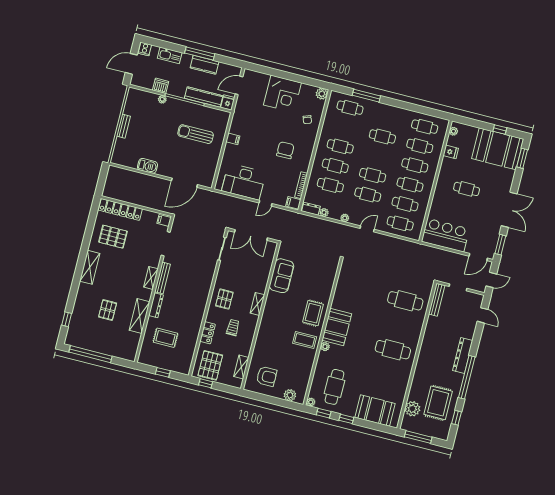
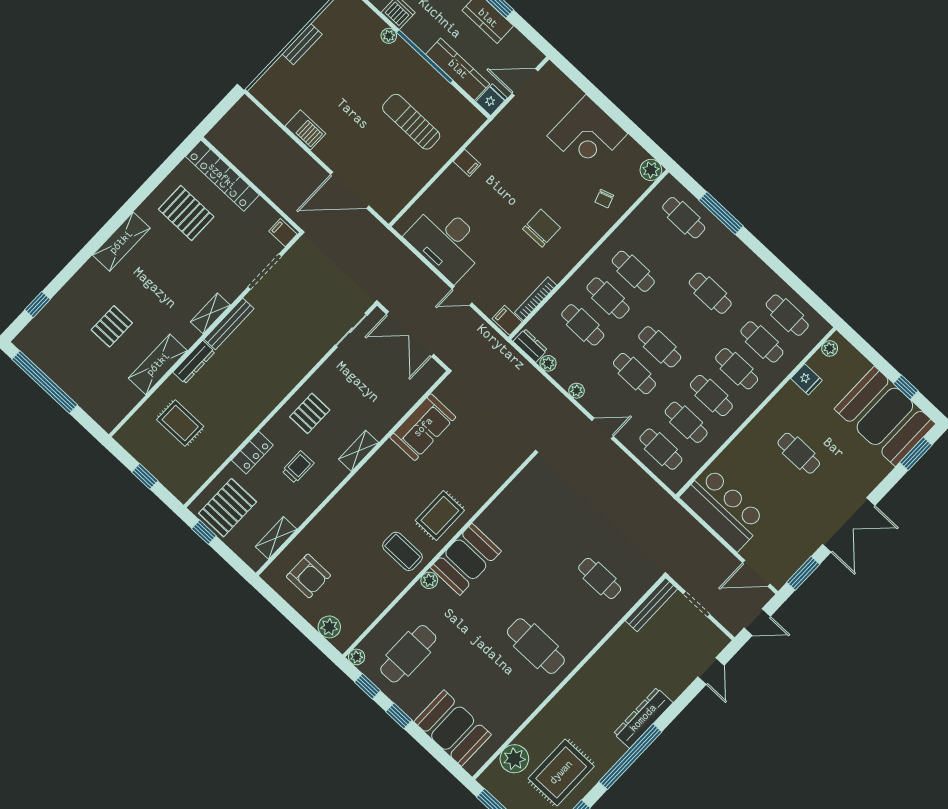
cafe table: (405, 301) -> (600, 578), width x0.73, depth x0.74

